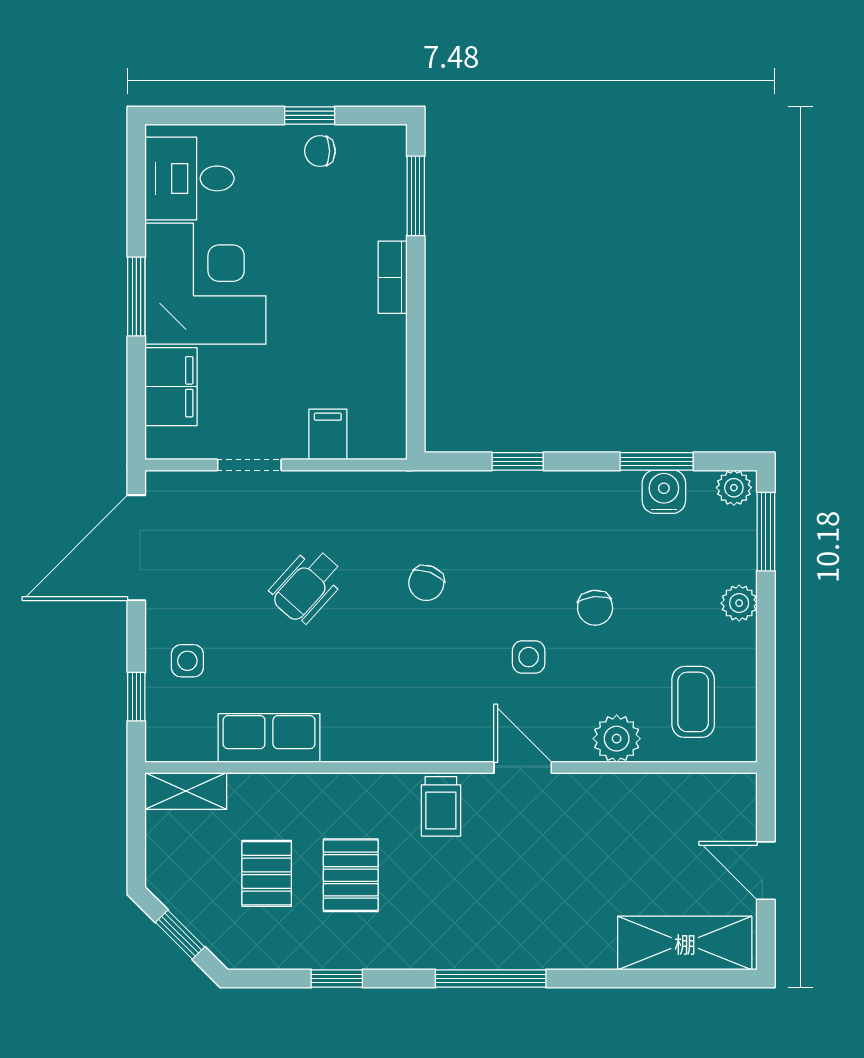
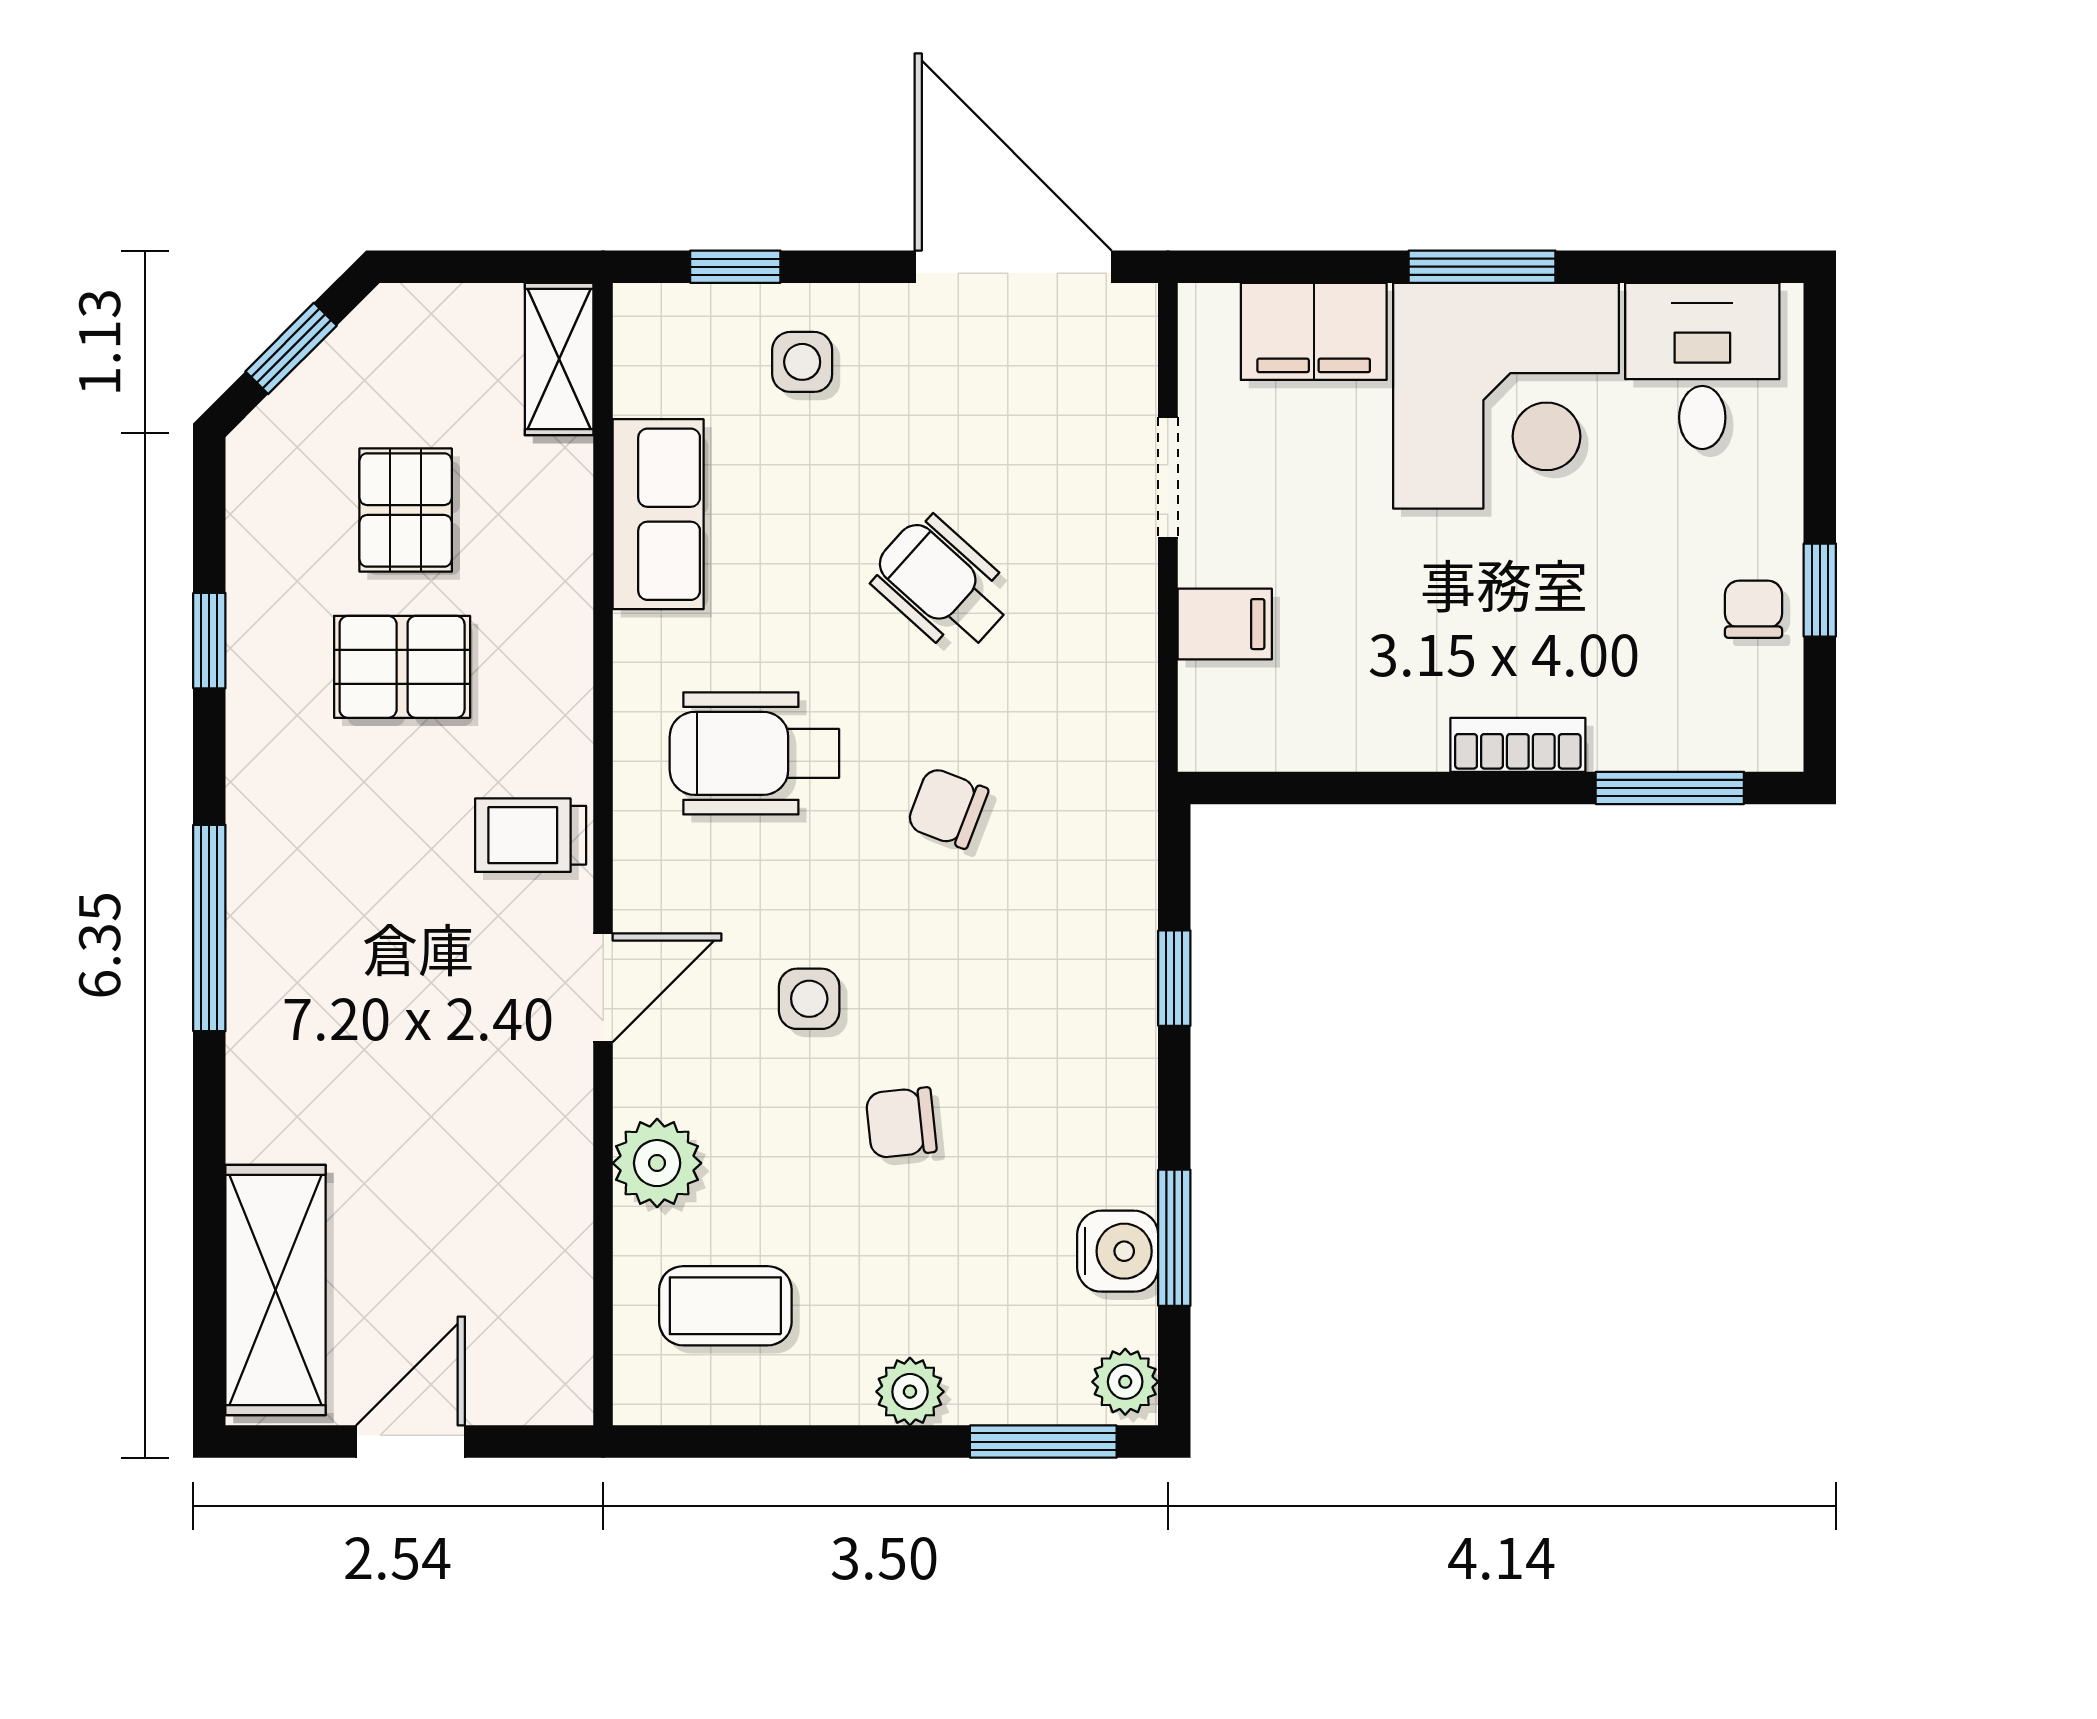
wheelchair: (397, 686) -> (754, 753), added
pallet: (267, 873) -> (406, 510), turned 90

